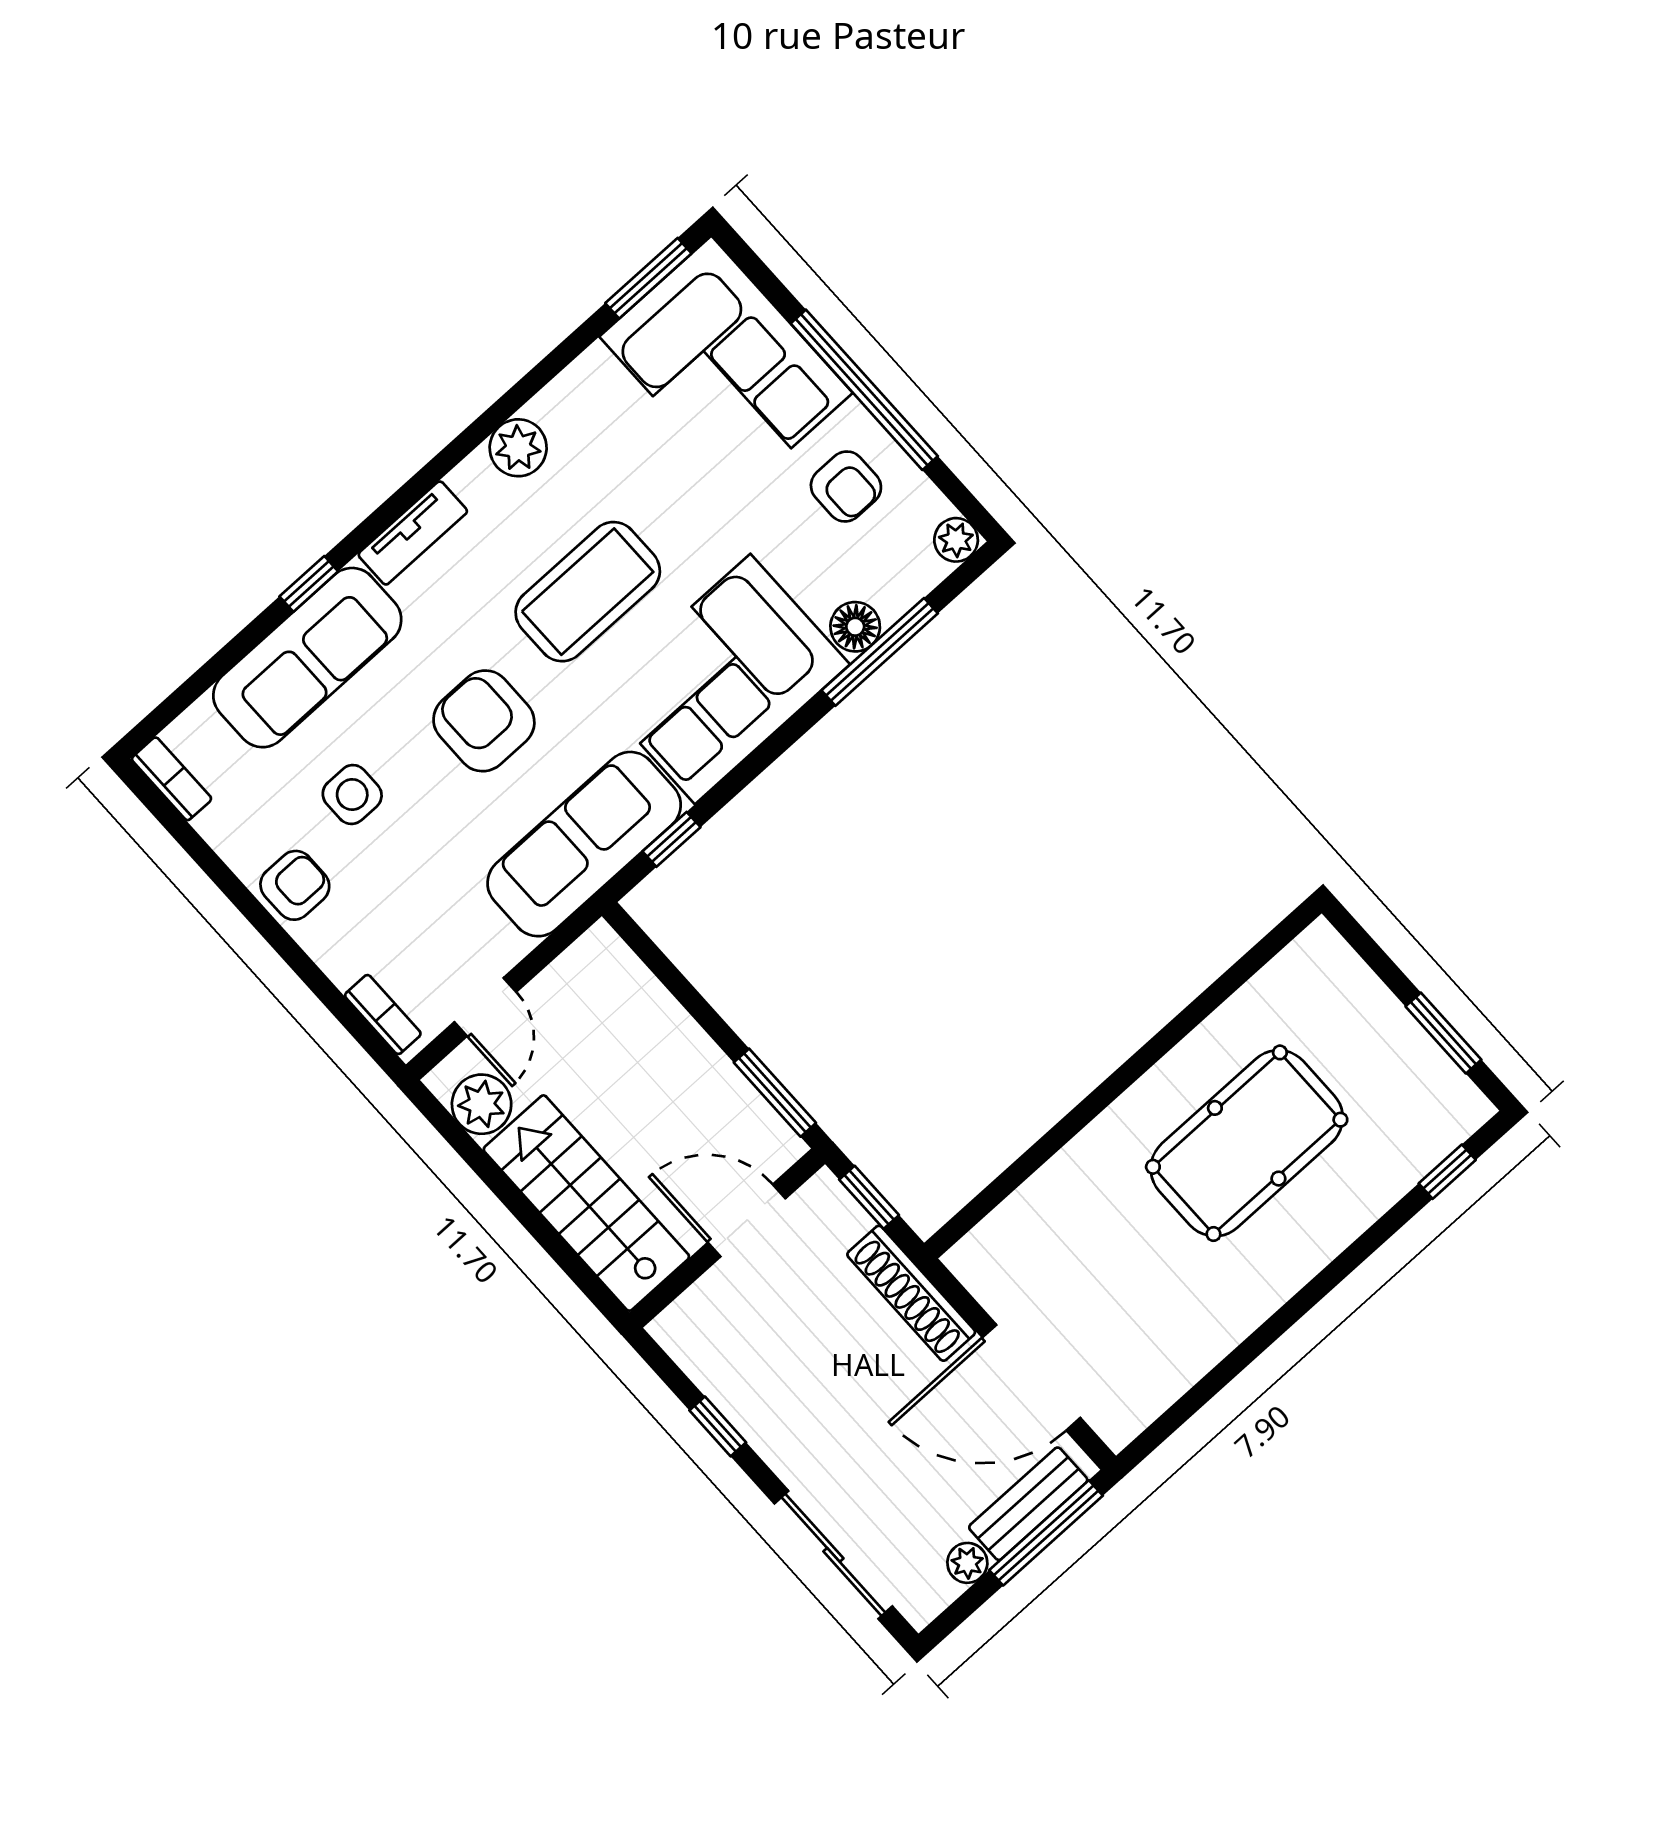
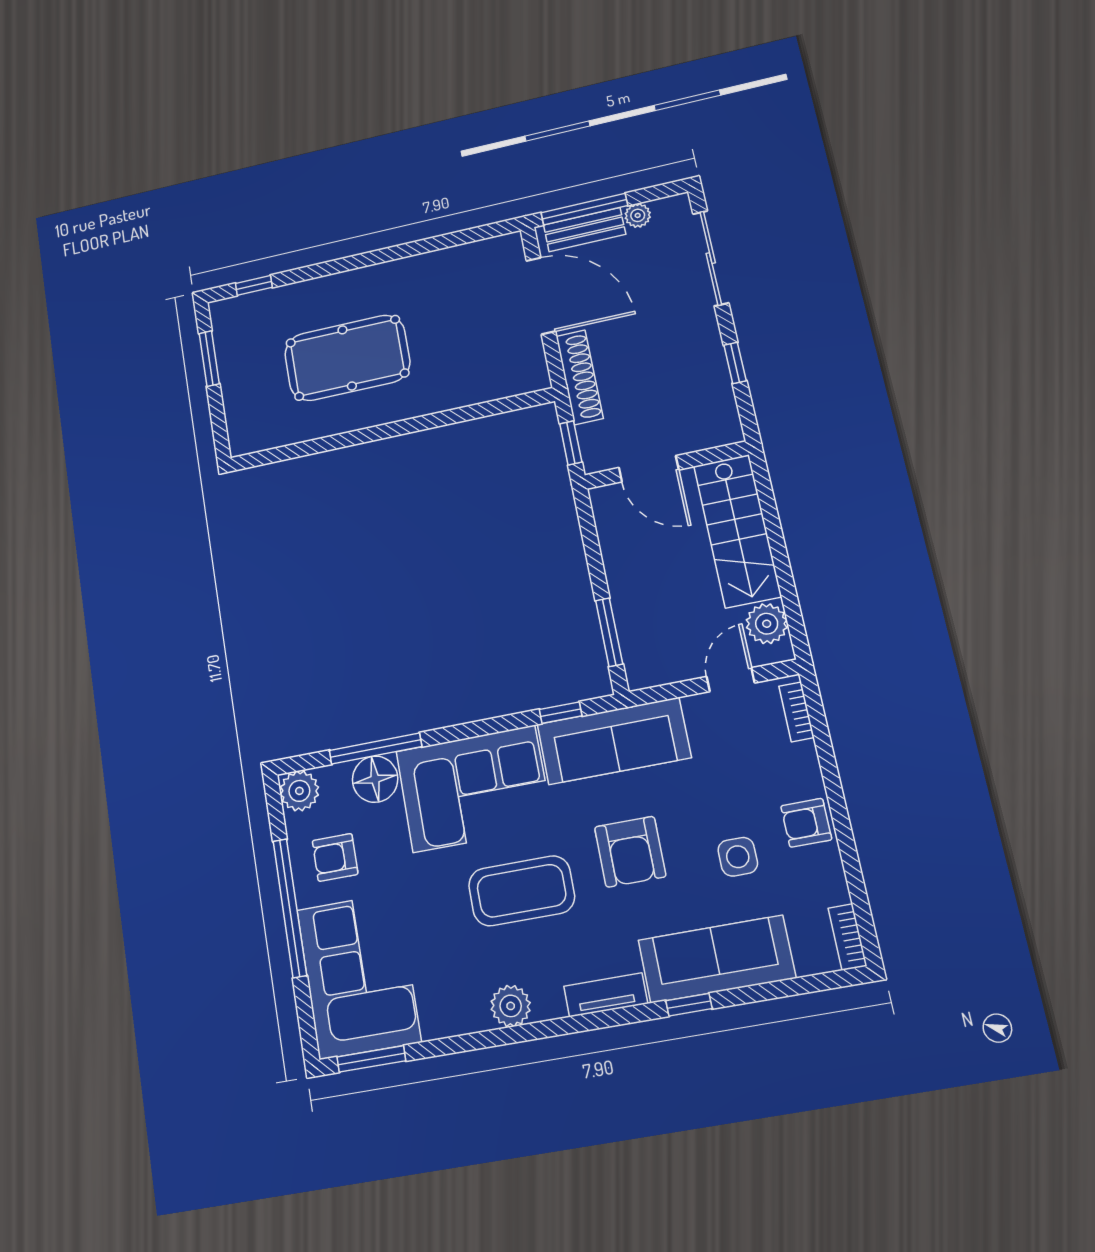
armchair: (846, 487) -> (335, 857), turned -90
plant: (956, 540) -> (299, 791), width x1.38, depth x1.38
floor lamp: (855, 627) -> (375, 779), width x1.38, depth x1.38
window: (775, 1093) -> (609, 632), moved

